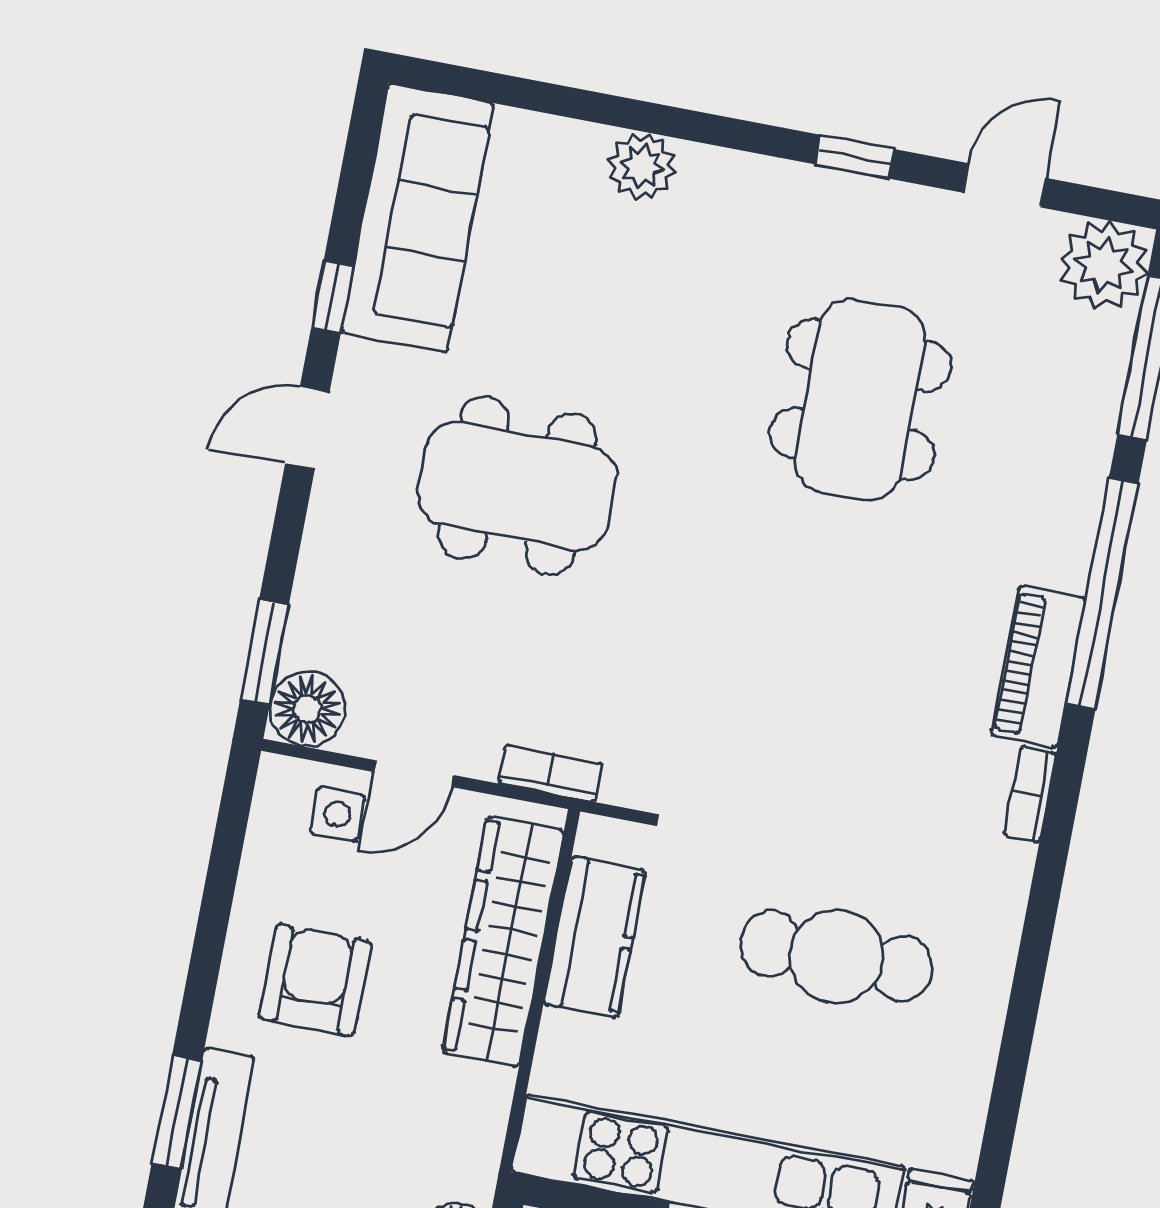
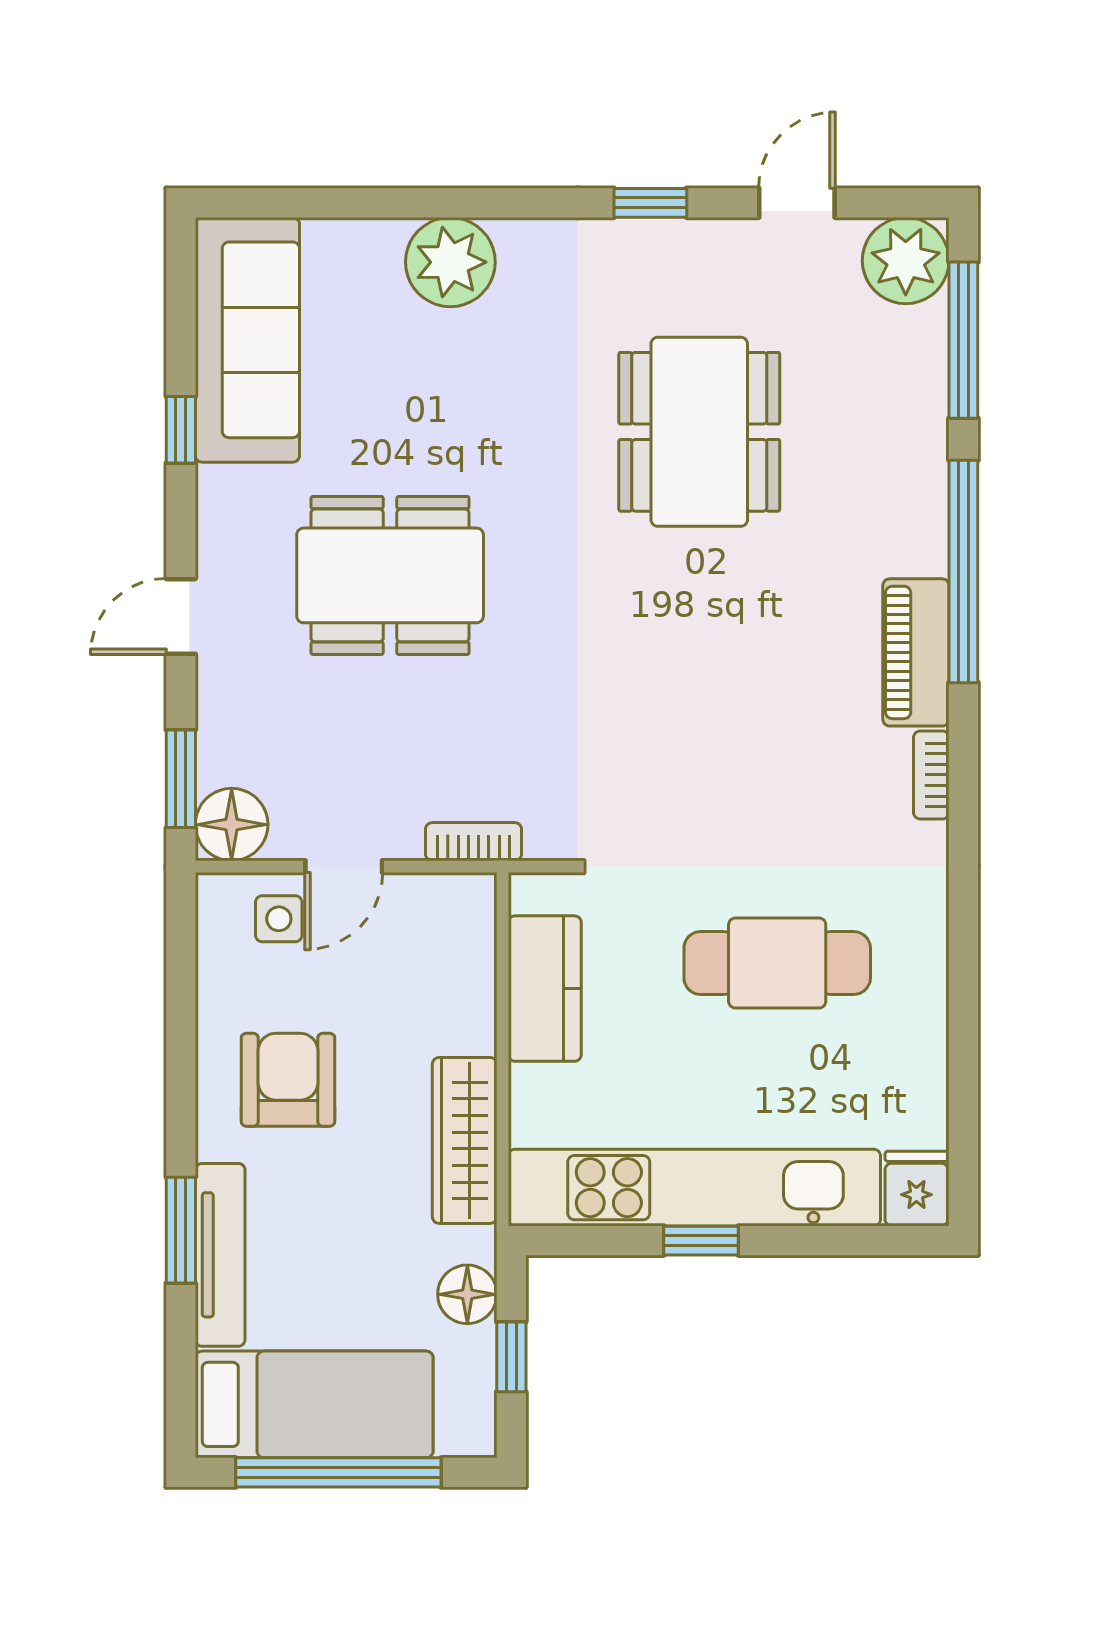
plant: (642, 166) -> (450, 262), width x1.36, depth x1.36
door: (307, 428) -> (181, 616), moved
wardrobe: (503, 941) -> (465, 1140), moved, width x0.71, depth x0.85

